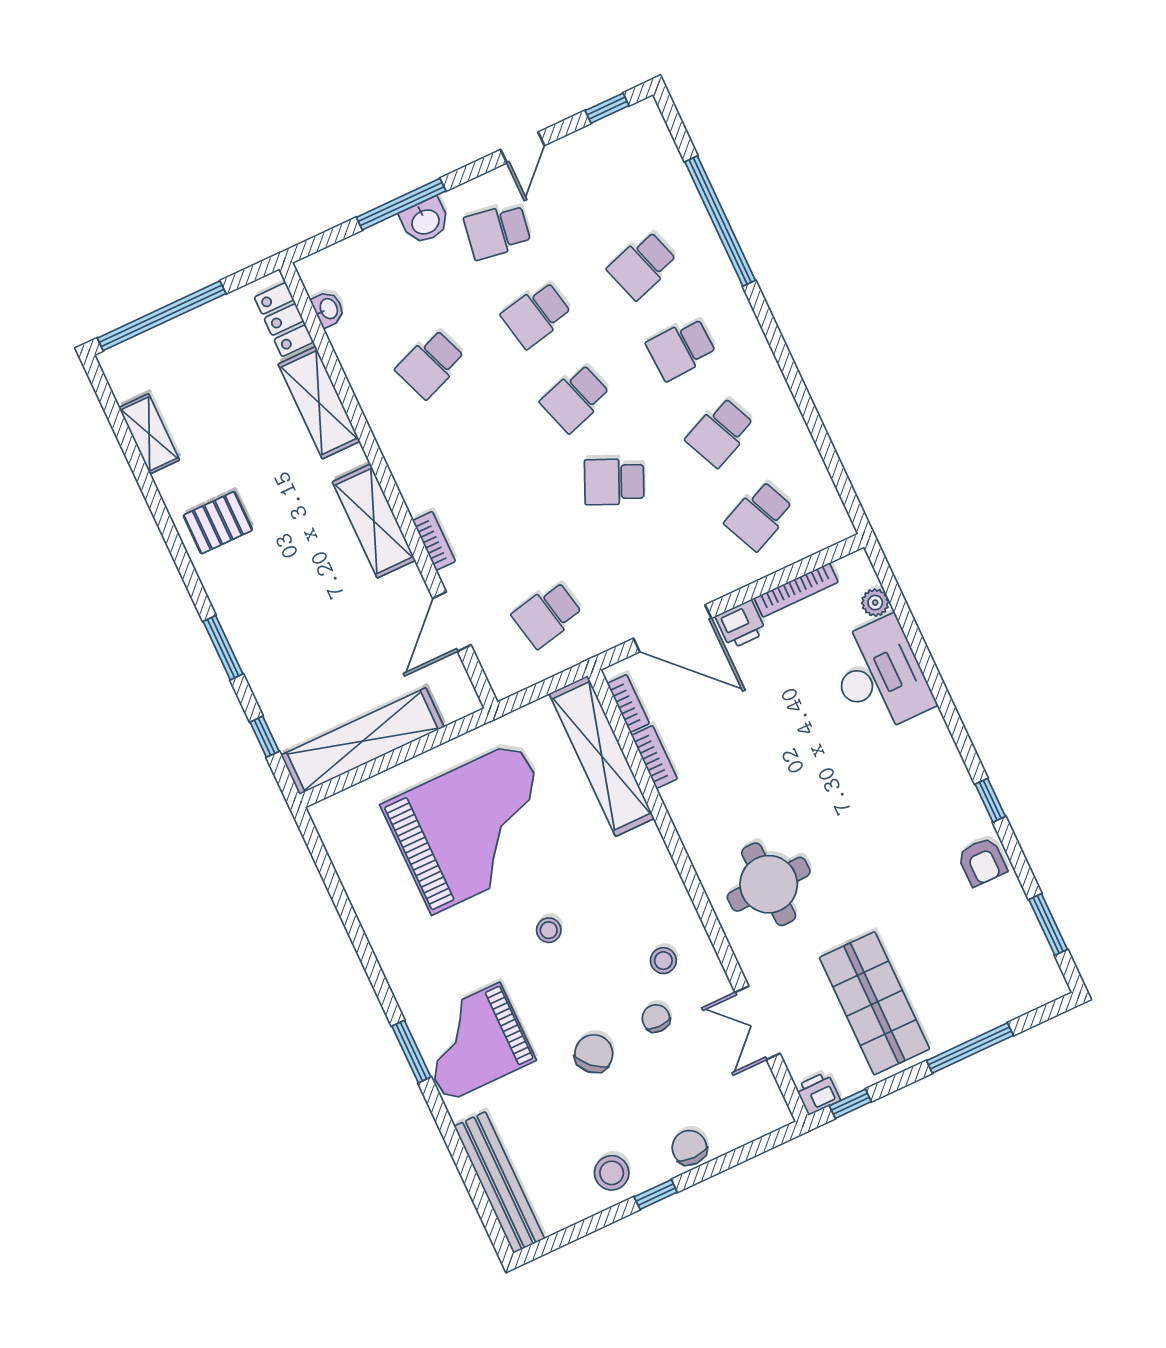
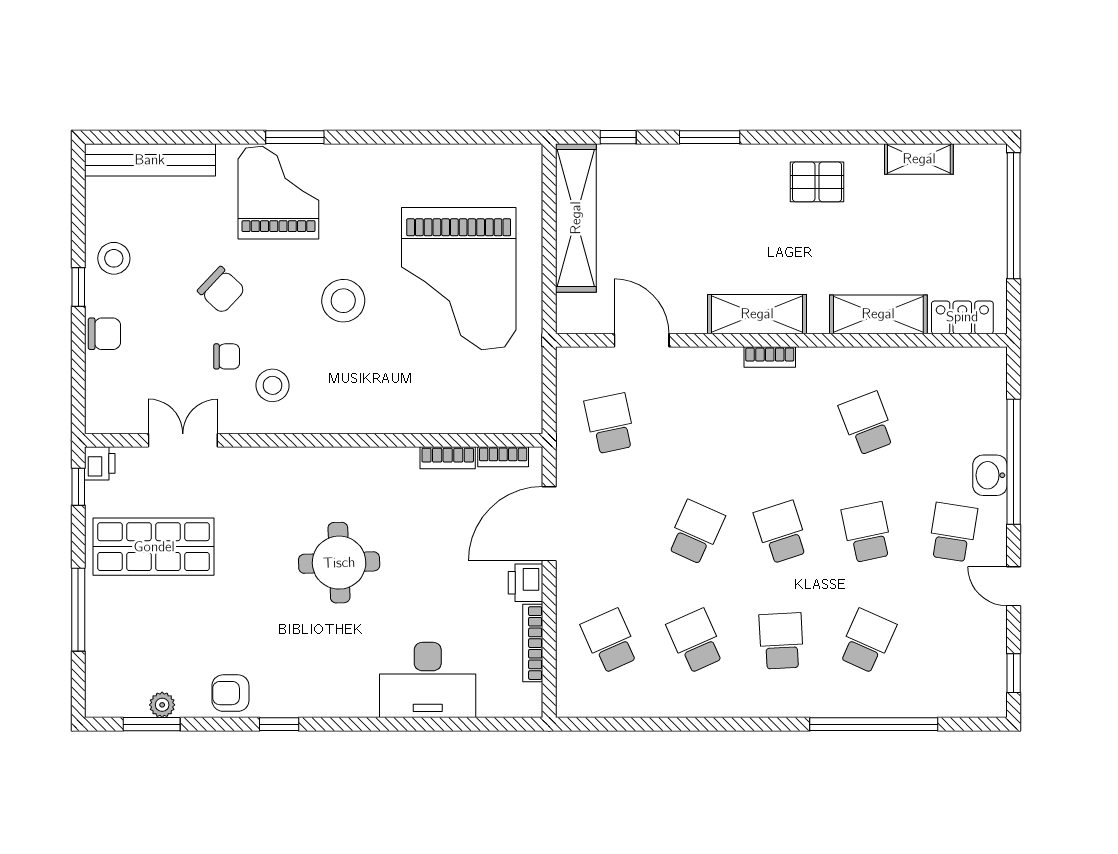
window: (401, 204) -> (1014, 462), width x1.46
school desk: (642, 265) -> (867, 641), turned 42
washbasin: (328, 309) -> (954, 359), removed
pallet: (218, 523) -> (817, 182), turned 90
bookcase: (434, 541) -> (770, 357), moved
plant: (875, 603) -> (162, 705), moved
shelving: (602, 756) -> (469, 414), removed
round table: (769, 884) -> (339, 563), moved
stool: (549, 930) -> (343, 301), width x1.89, depth x1.89
stool: (663, 961) -> (272, 385), width x1.37, depth x1.37

